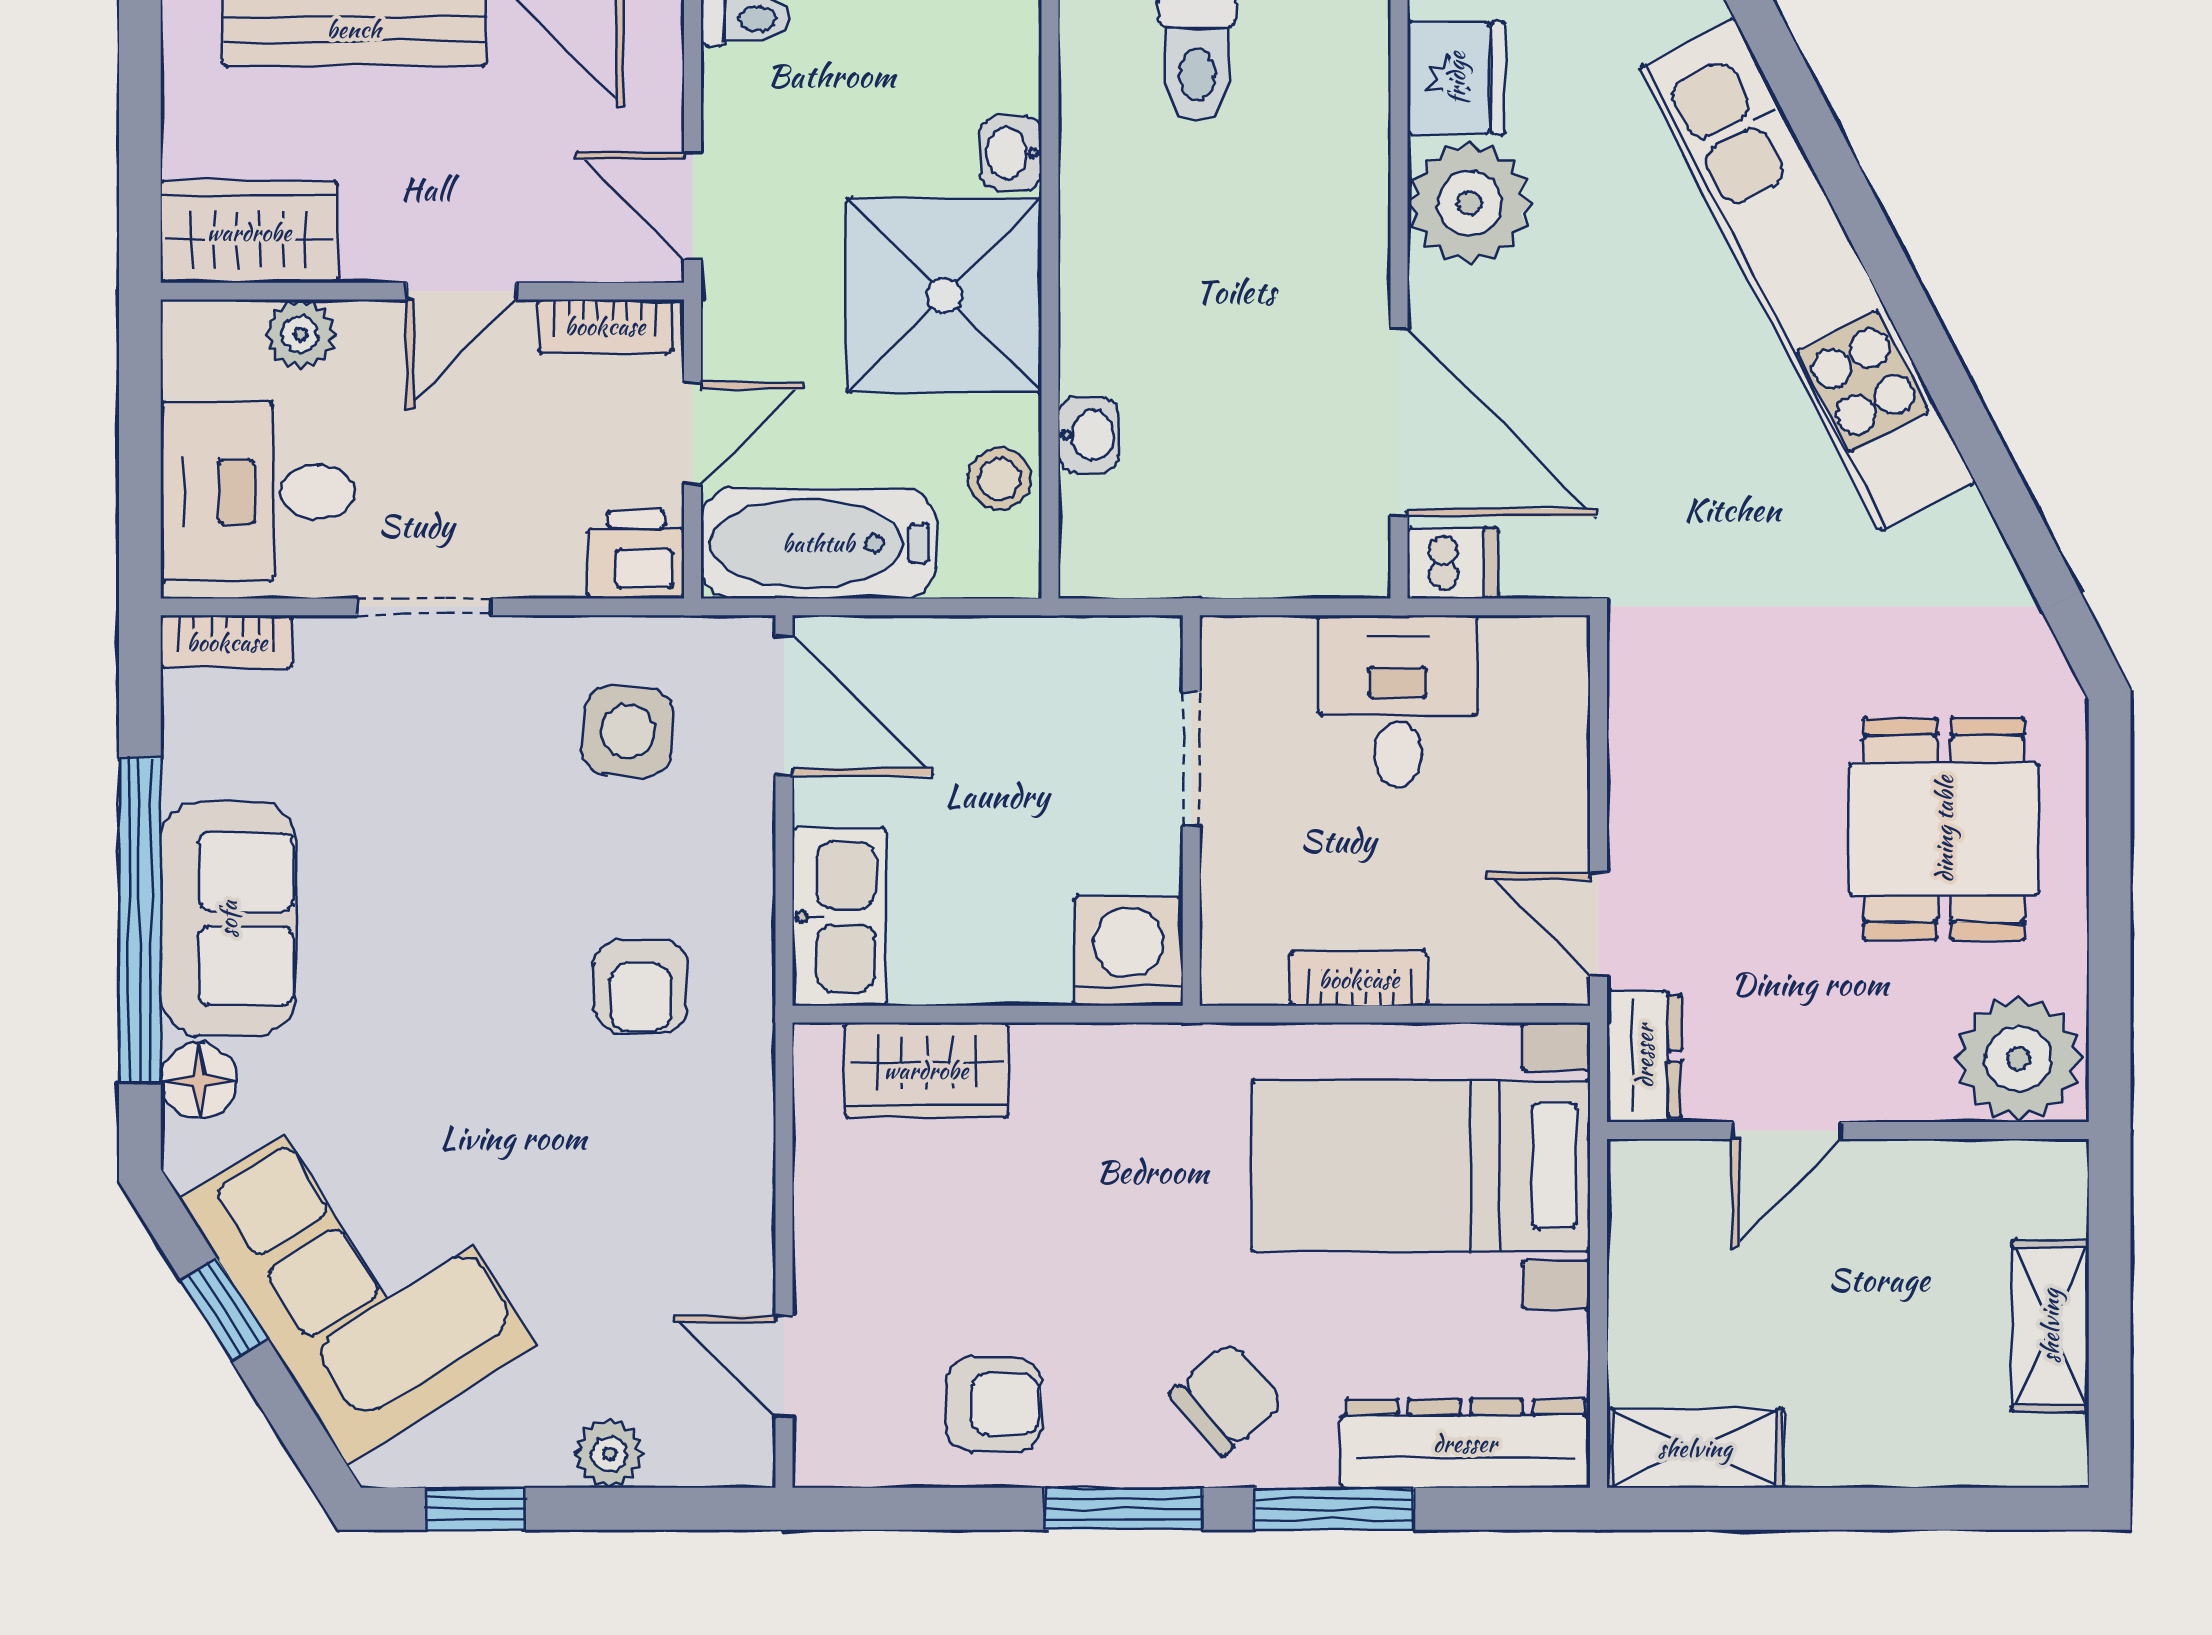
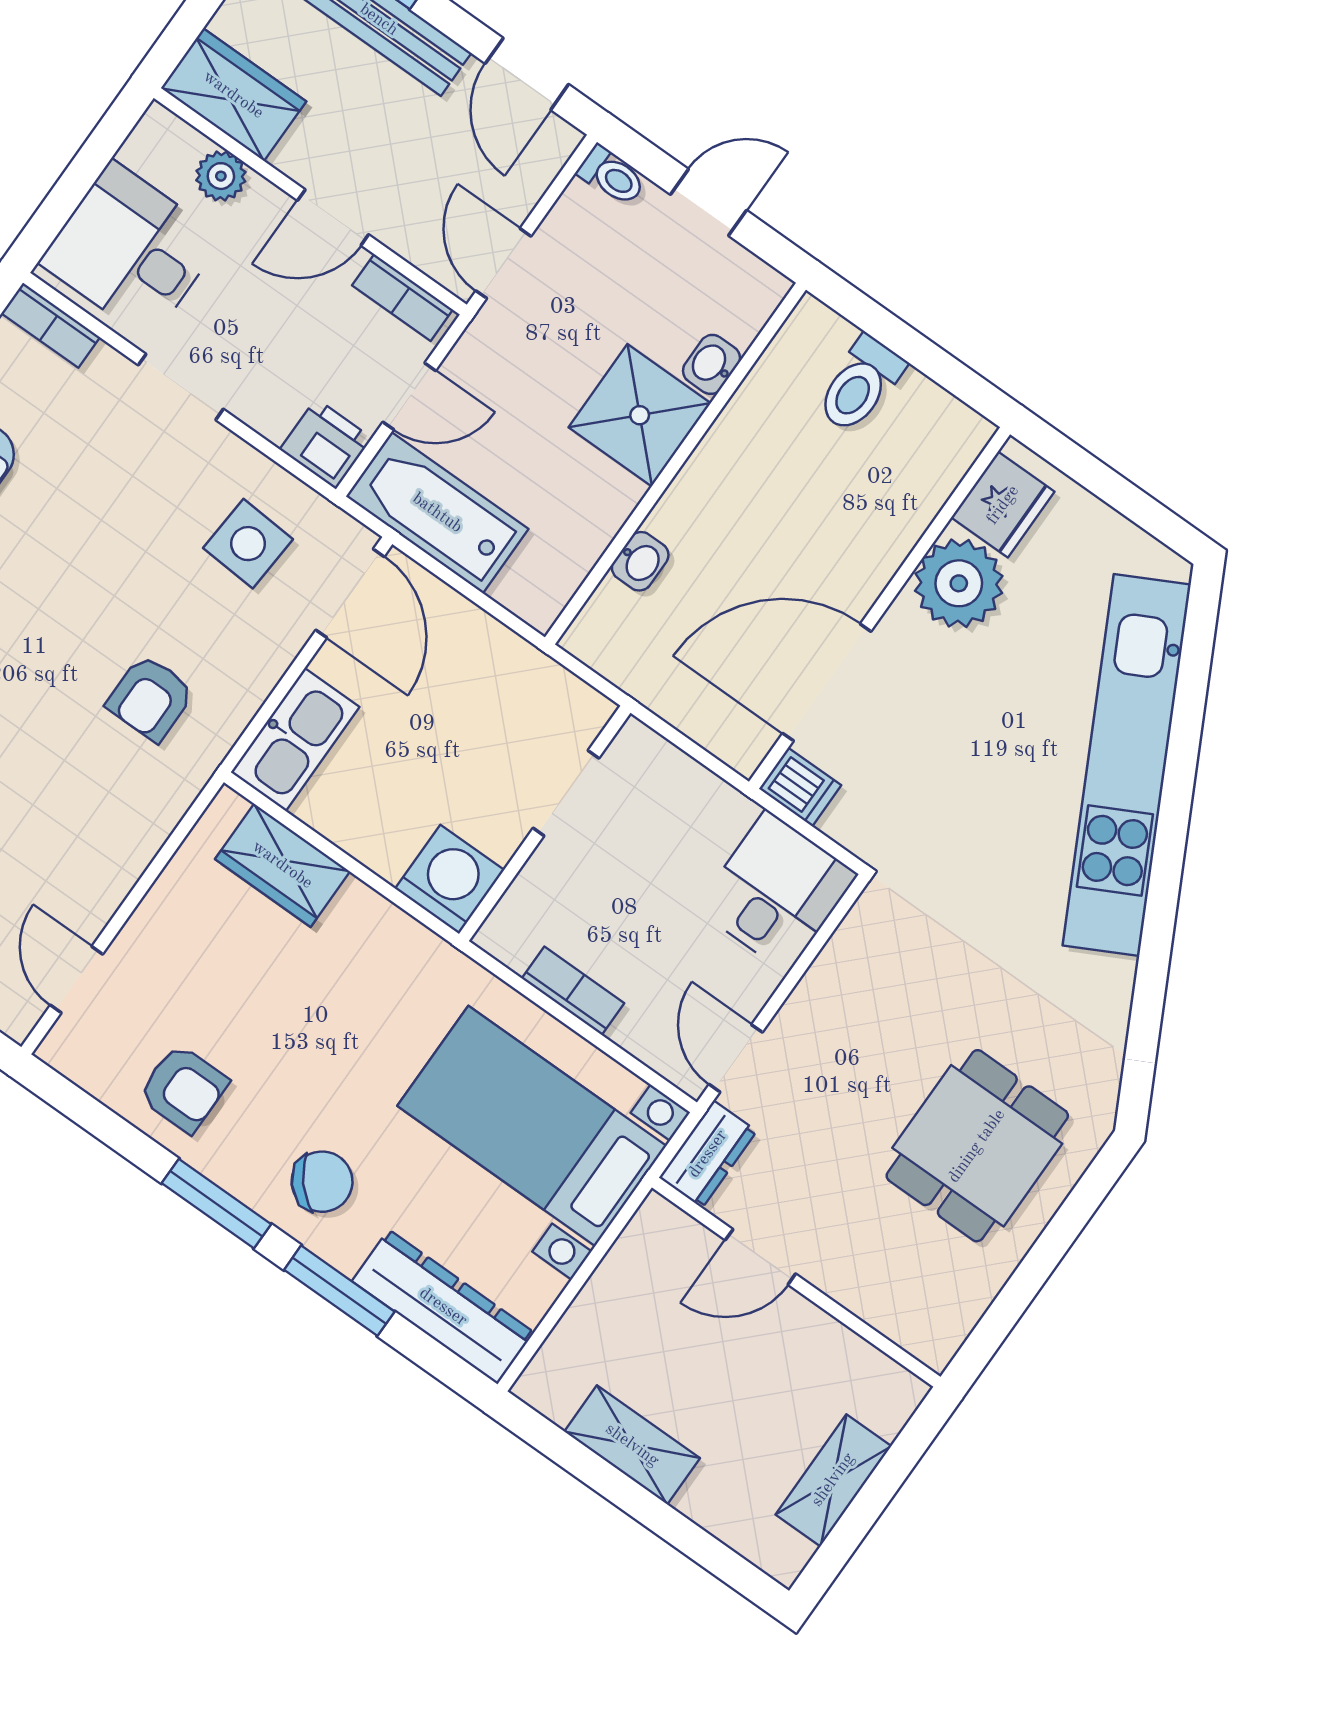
shower: (944, 295) -> (640, 415), width x0.73, depth x0.73
door: (1399, 422) -> (827, 682), swing flipped
stool: (1000, 479) -> (570, 550), removed
desk: (1398, 701) -> (777, 892), moved
plant: (2018, 1059) -> (926, 1311), removed
shelving: (1695, 1448) -> (632, 1445), moved

